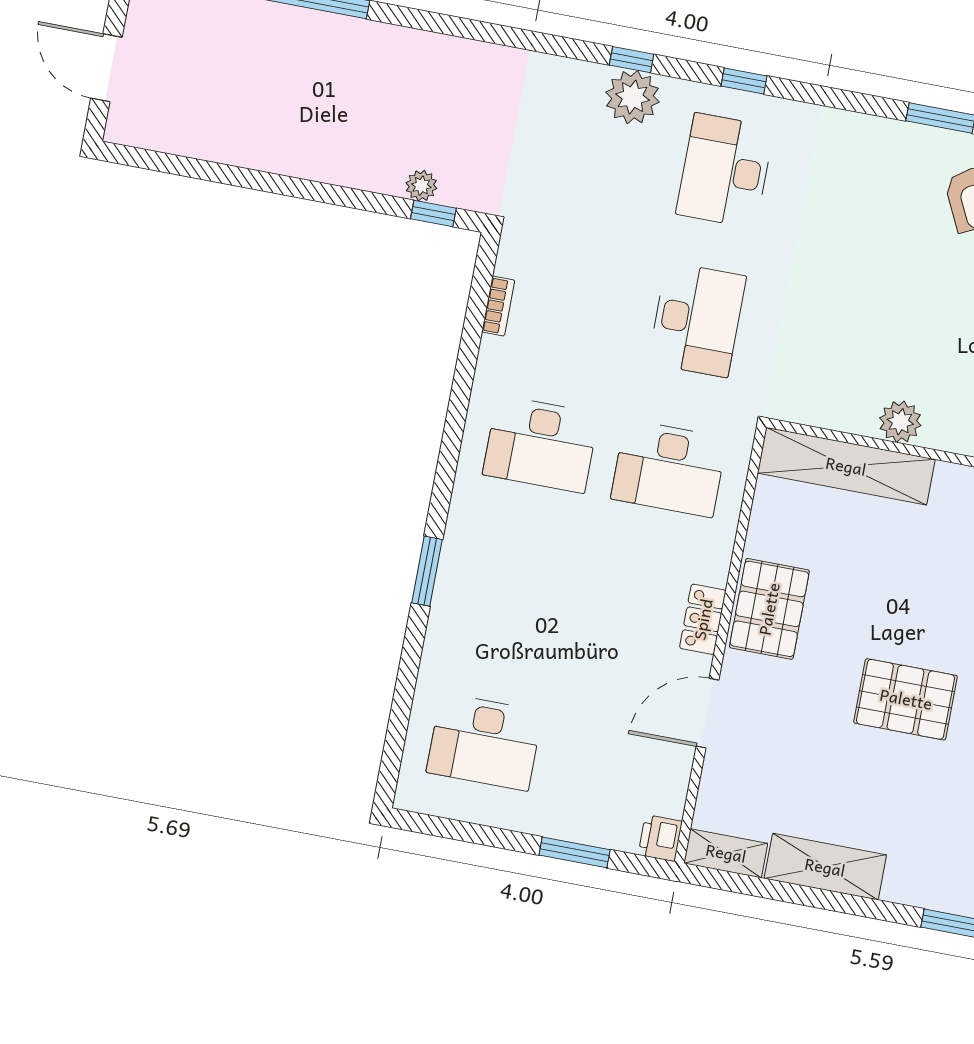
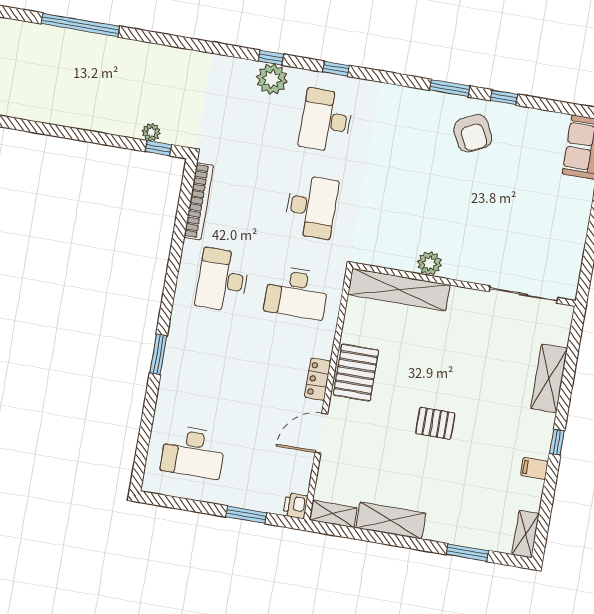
bookcase: (498, 306) -> (199, 201), width x2.31, depth x1.31
desk: (541, 444) -> (223, 280), turned 90
pallet: (906, 699) -> (435, 423), width x0.67, depth x0.71

